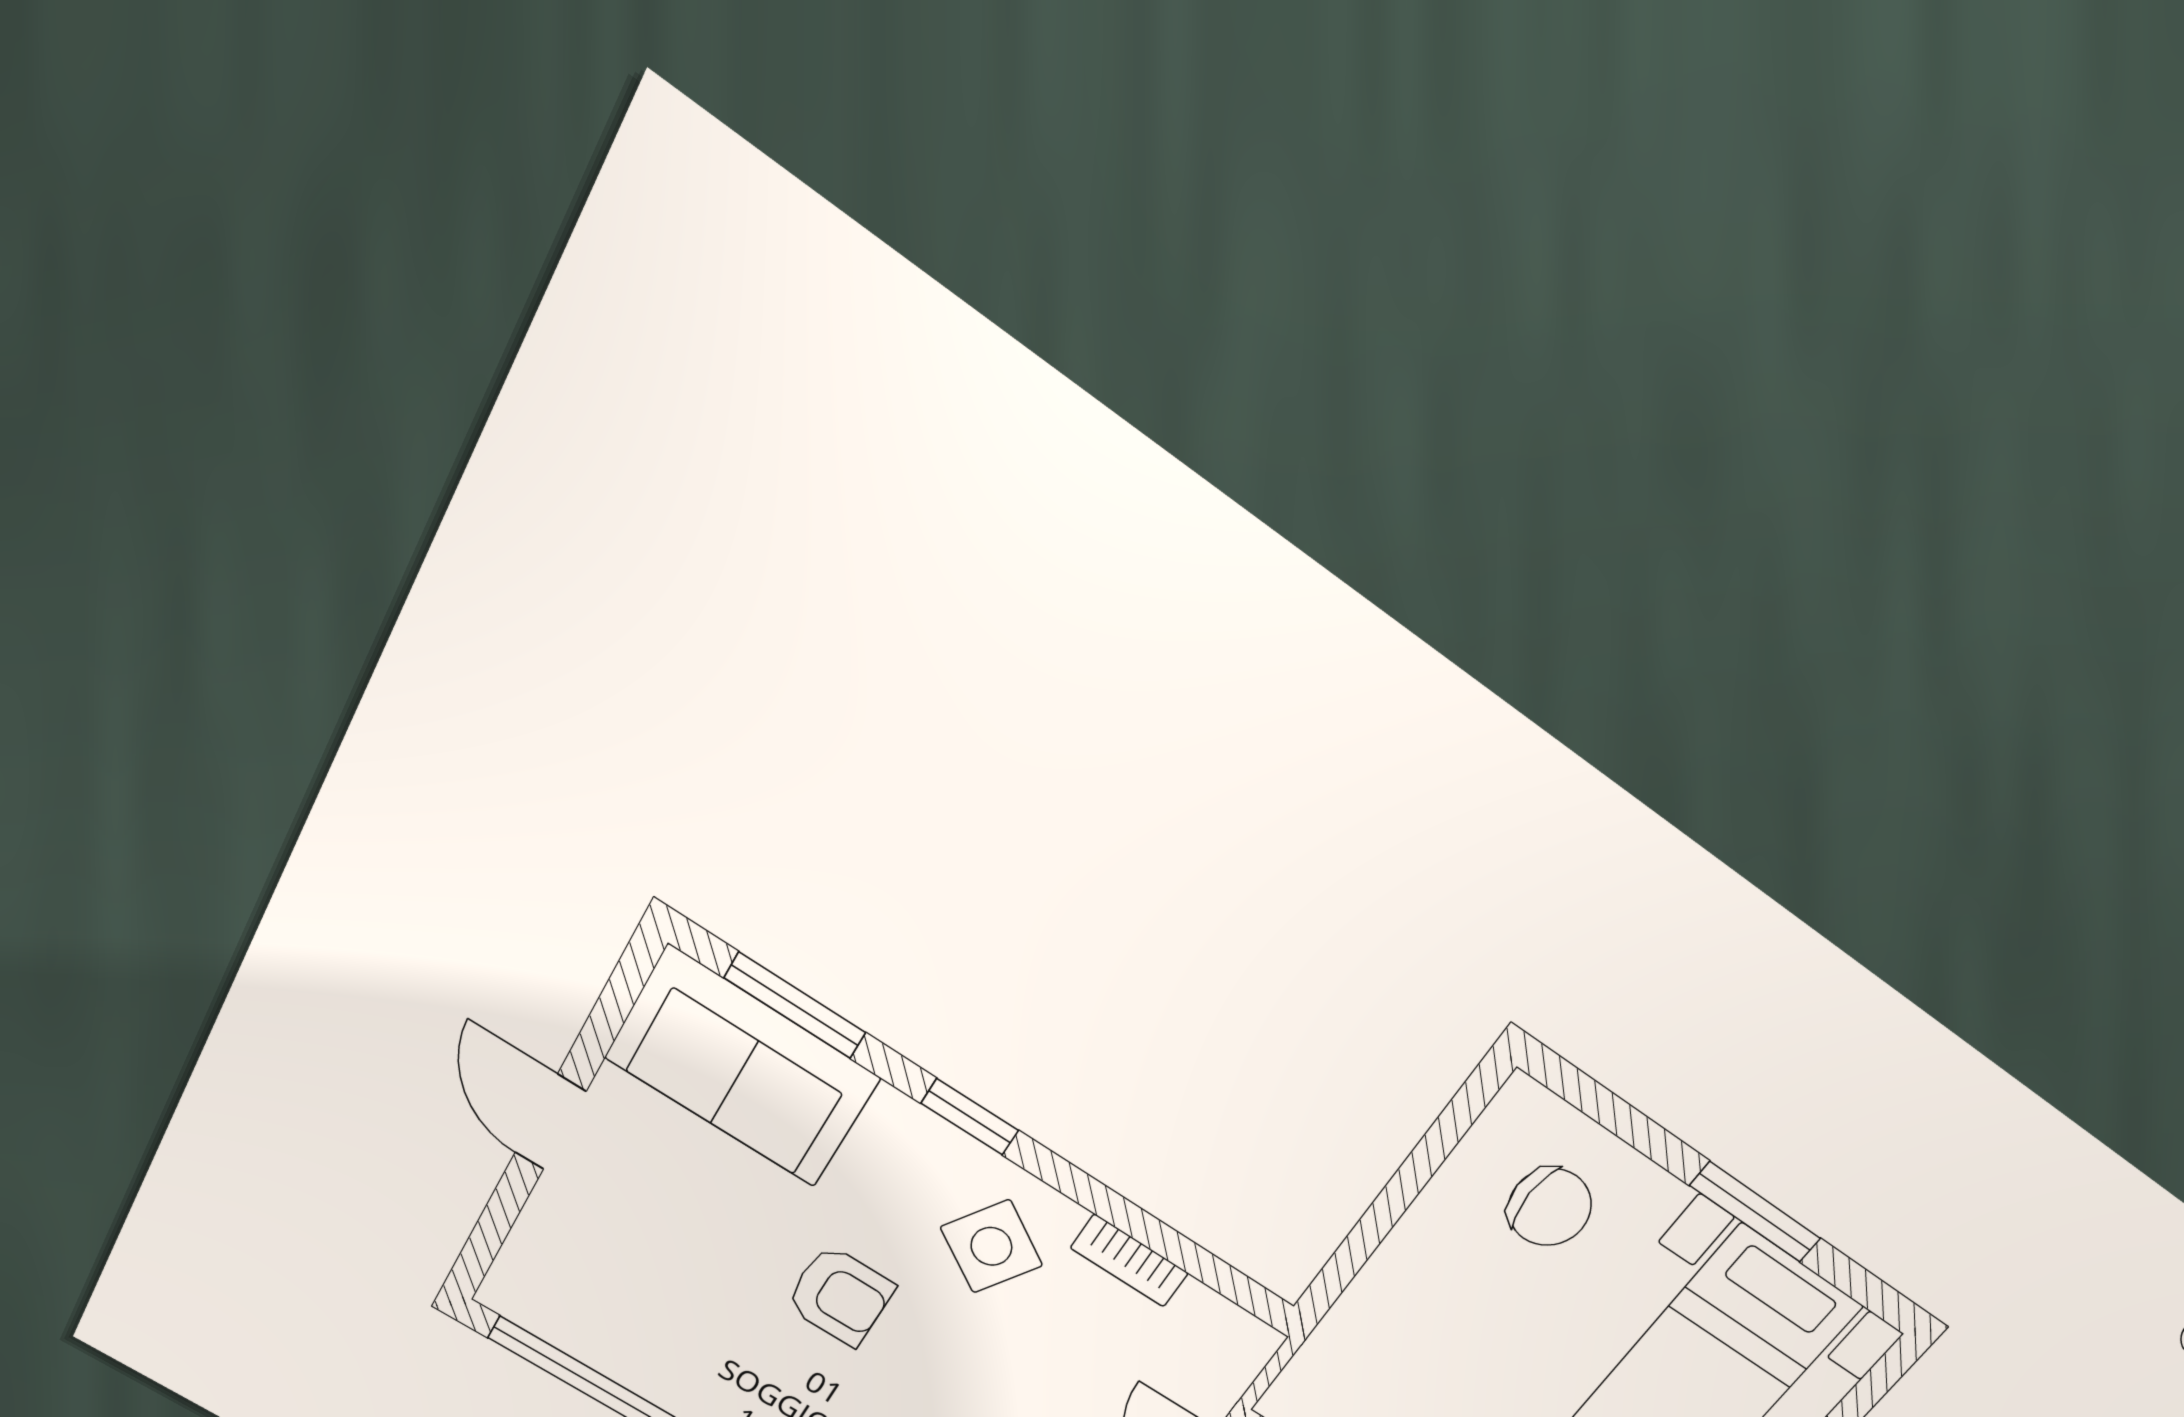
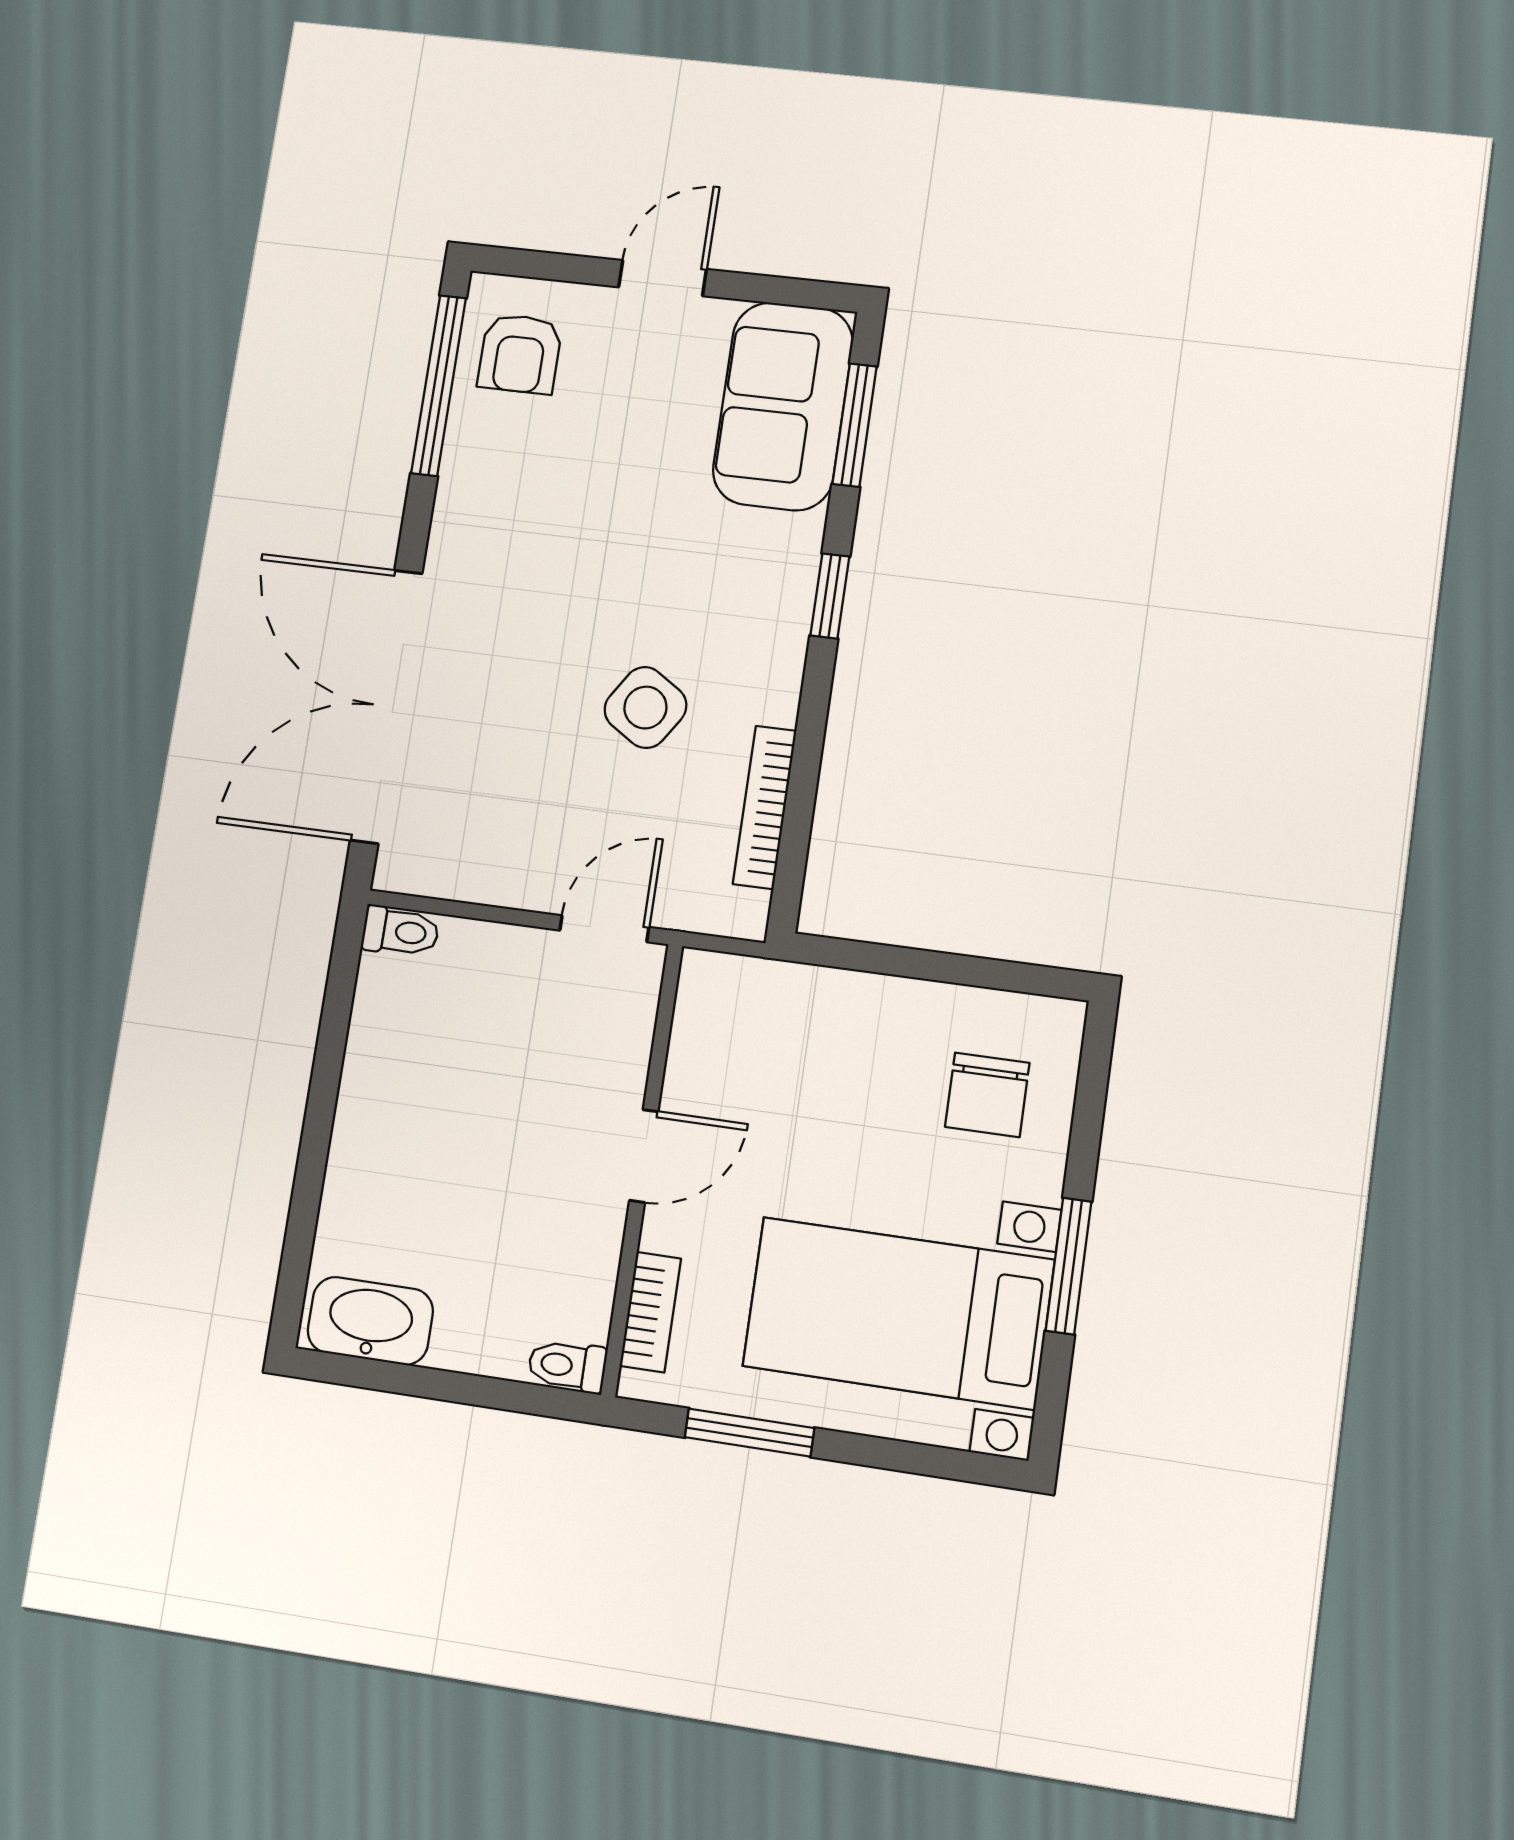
side table: (991, 1246) -> (645, 708), moved
bookcase: (1129, 1261) -> (765, 807), width x1.56
armchair: (840, 1296) -> (520, 354), moved

